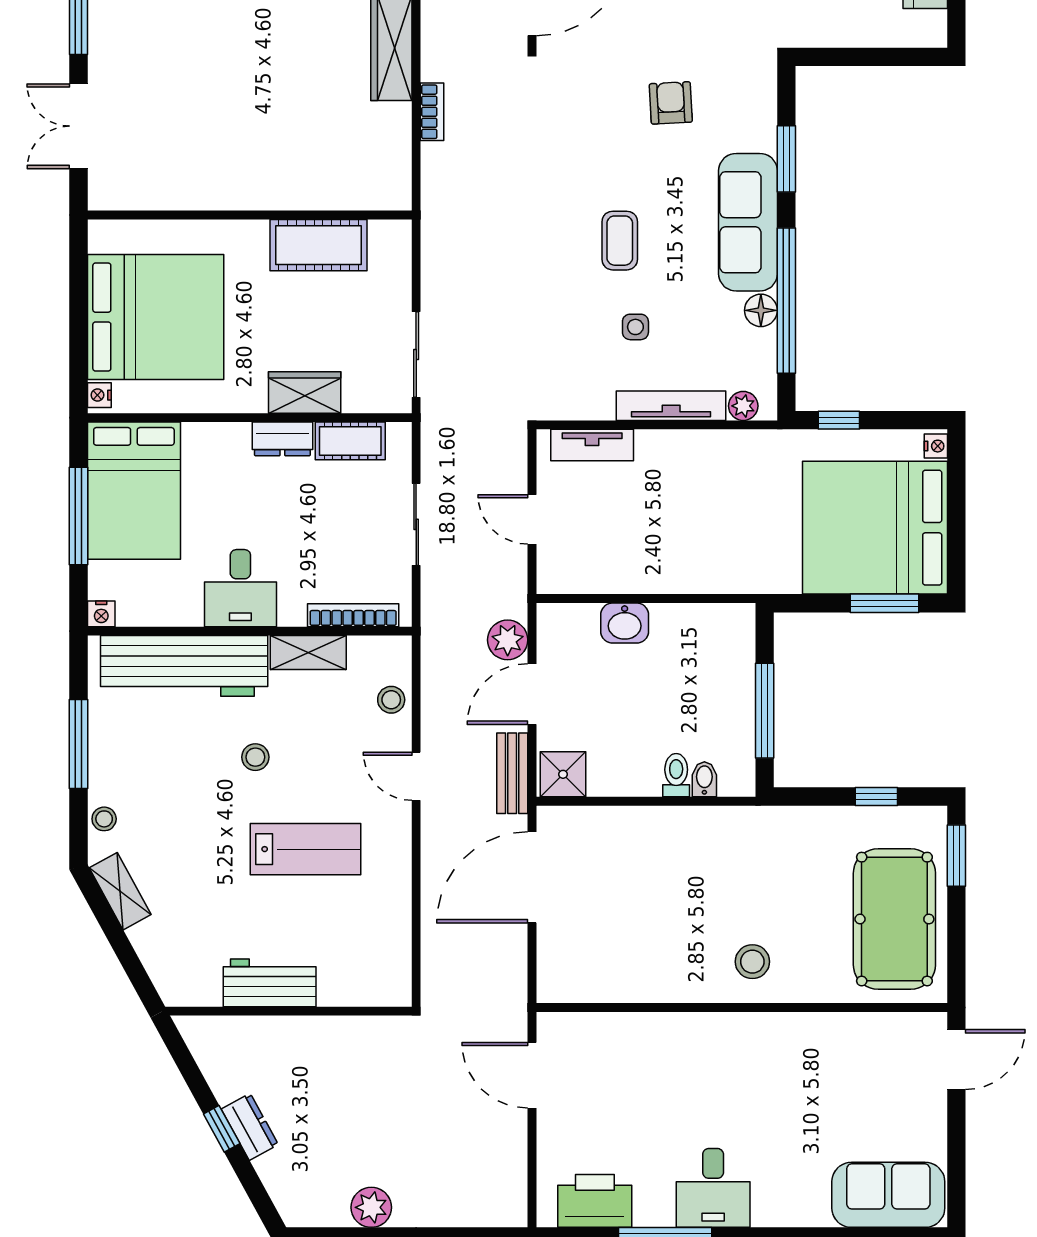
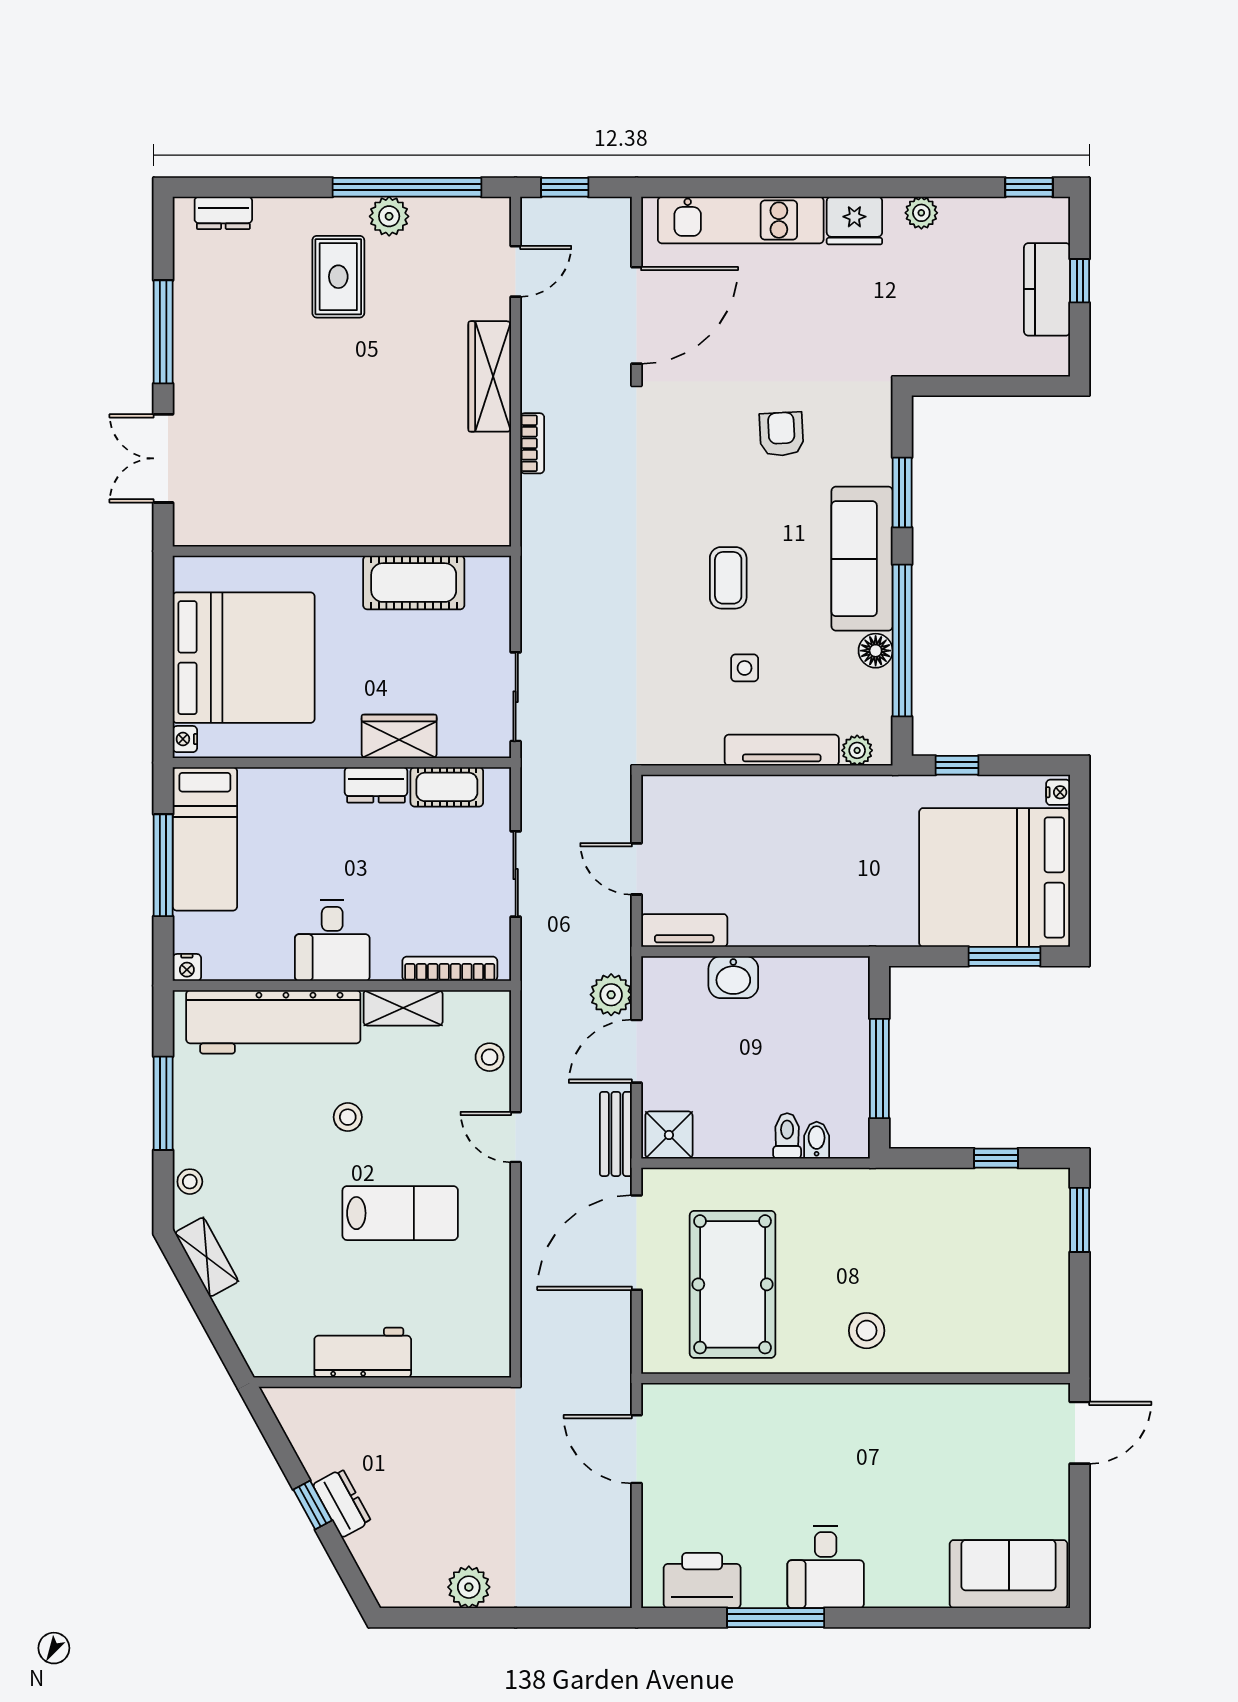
tv unit: (592, 445) -> (684, 930), moved, turned 180
bed: (134, 491) -> (205, 839), width x0.67
pool table: (894, 919) -> (733, 1284), moved

